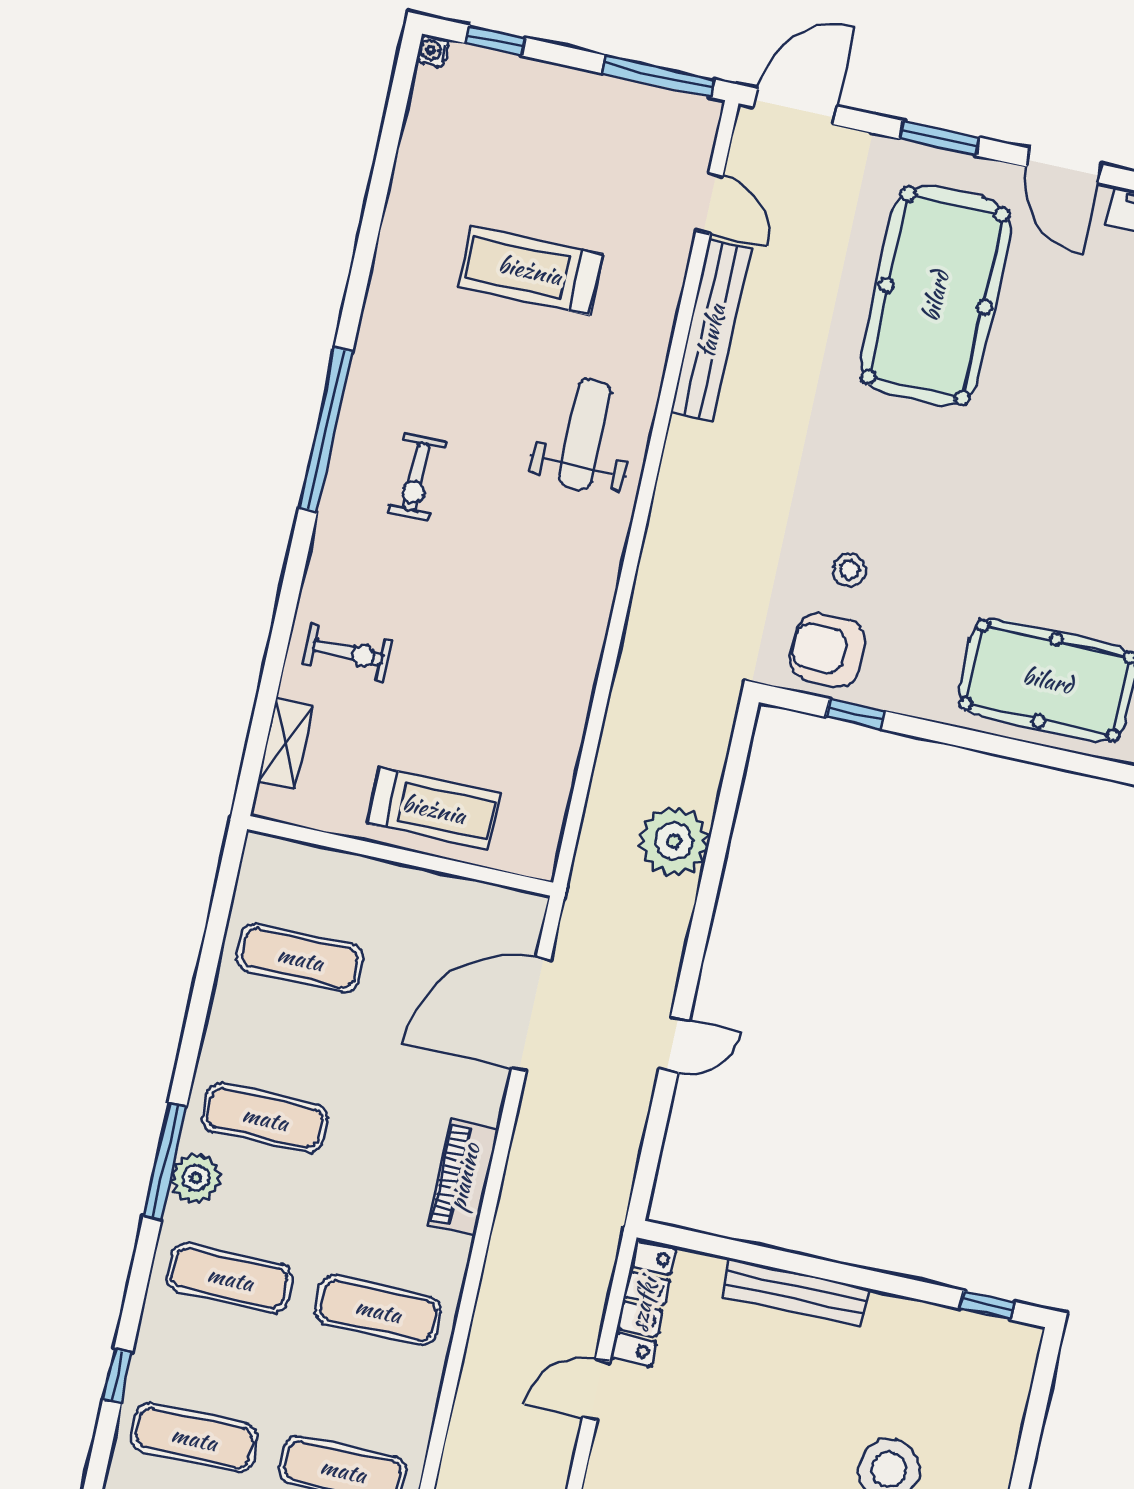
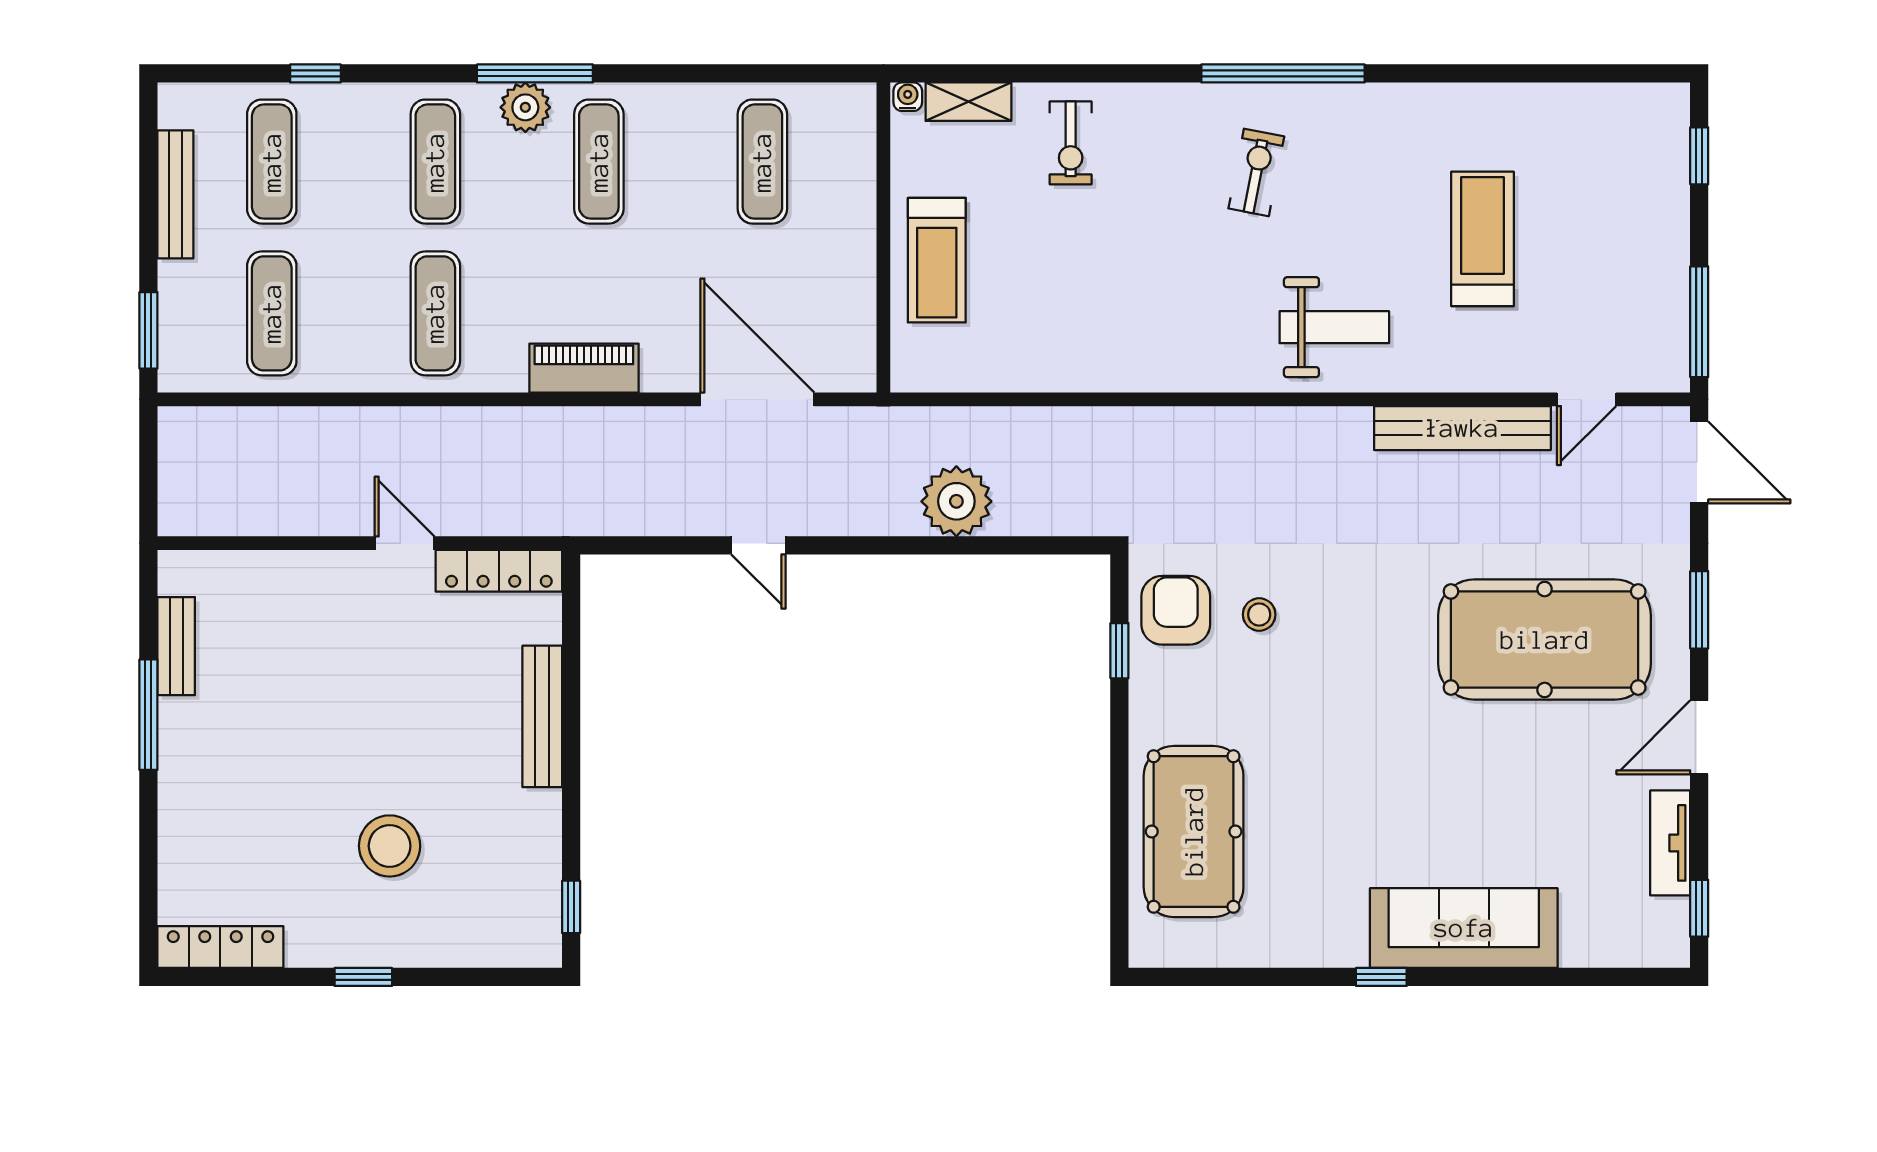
water cooler: (433, 51) -> (908, 97), moved
exercise bike: (417, 477) -> (1256, 172), turned 101

